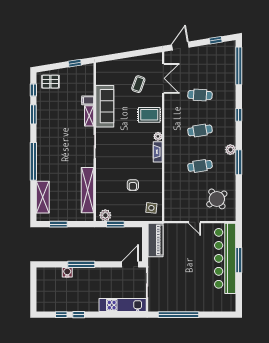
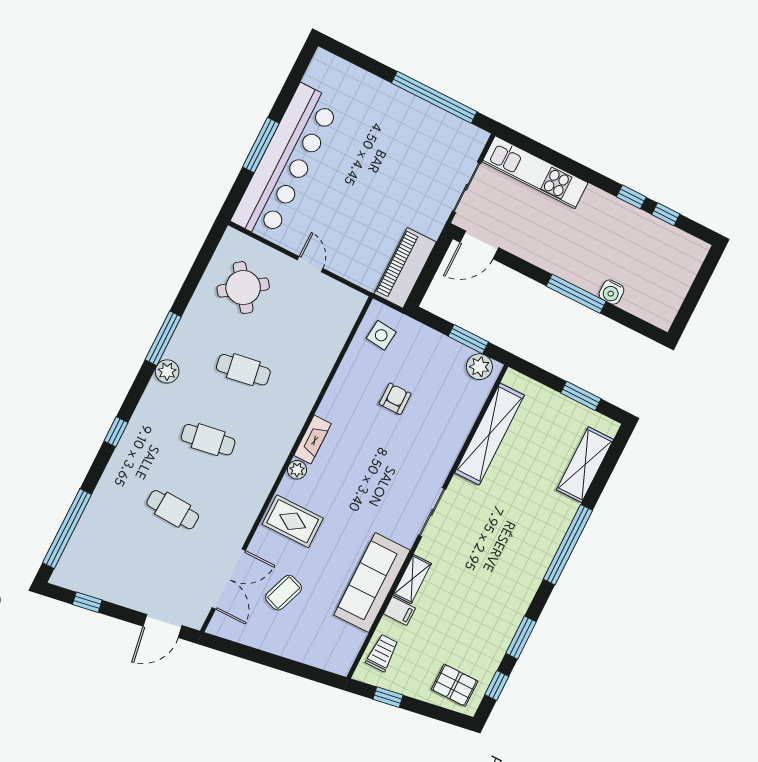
double door: (163, 78) -> (229, 579), swing flipped
trolley: (86, 80) -> (382, 653), added

